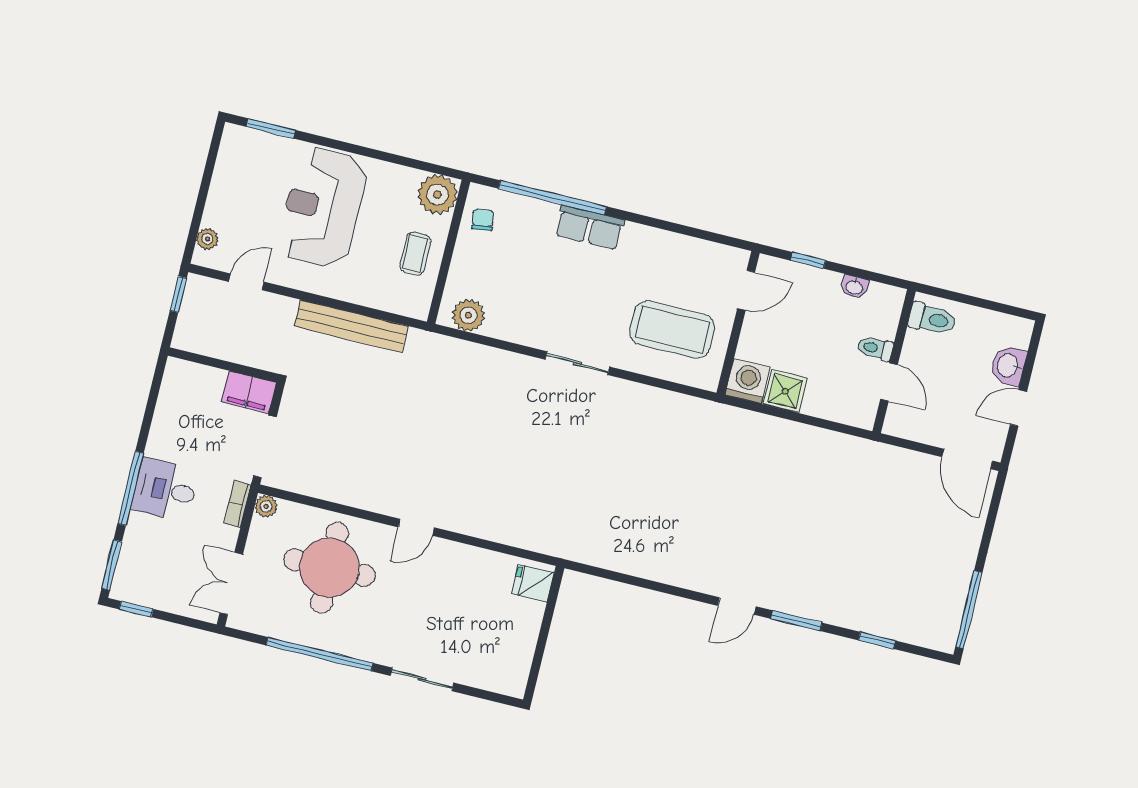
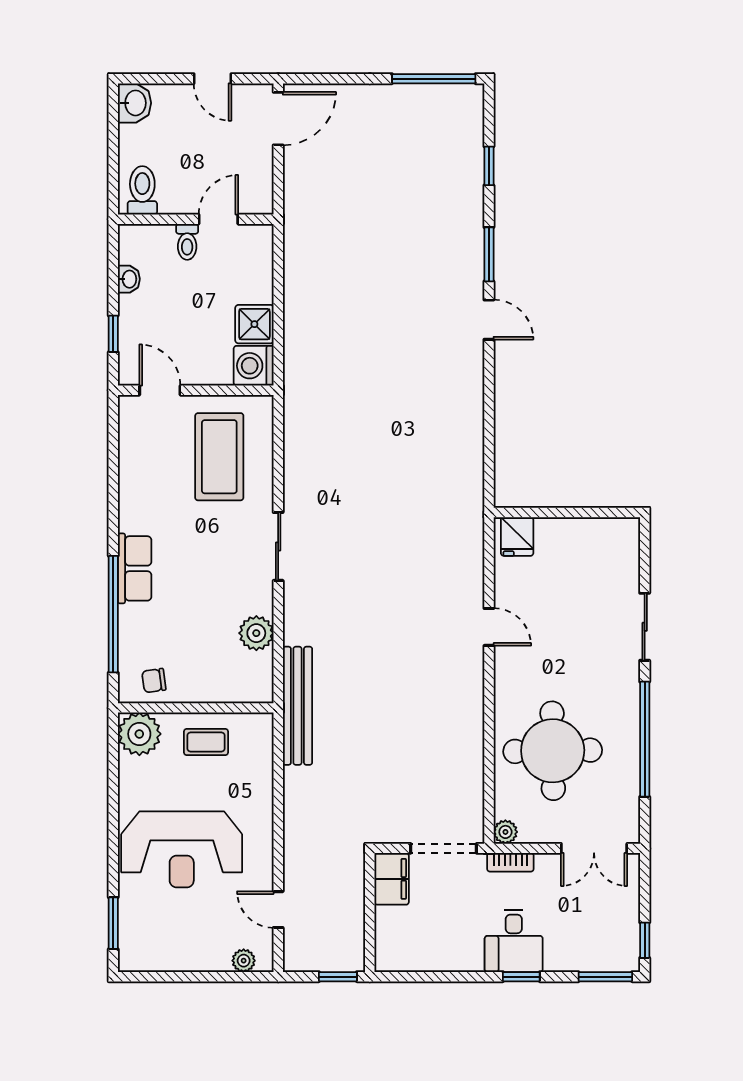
window: (178, 294) -> (338, 977), moved
plant: (468, 315) -> (256, 633), moved
bench: (351, 326) -> (297, 706), moved
washbasin: (1008, 366) -> (135, 103), moved, turned -90
window: (131, 488) -> (521, 977), width x0.46
door: (416, 527) -> (489, 627), moved

